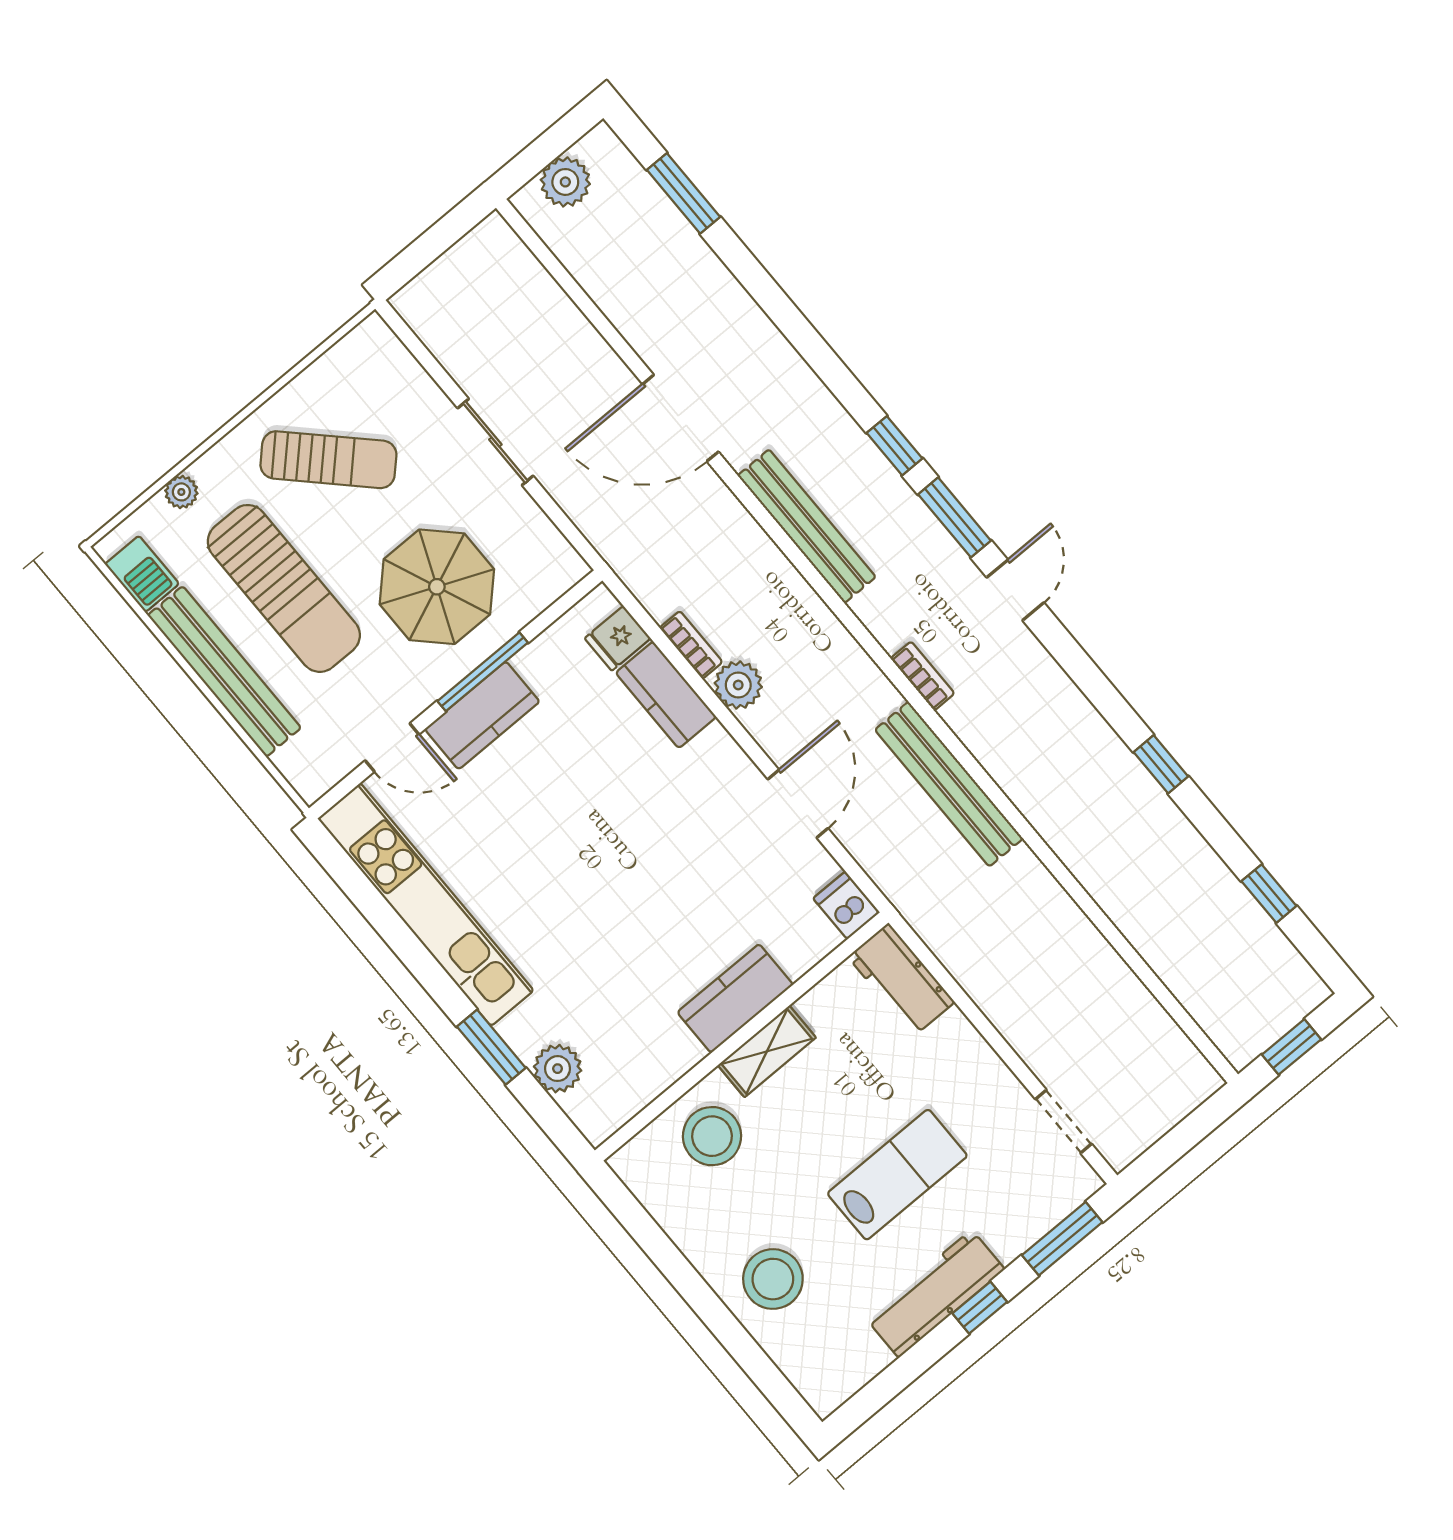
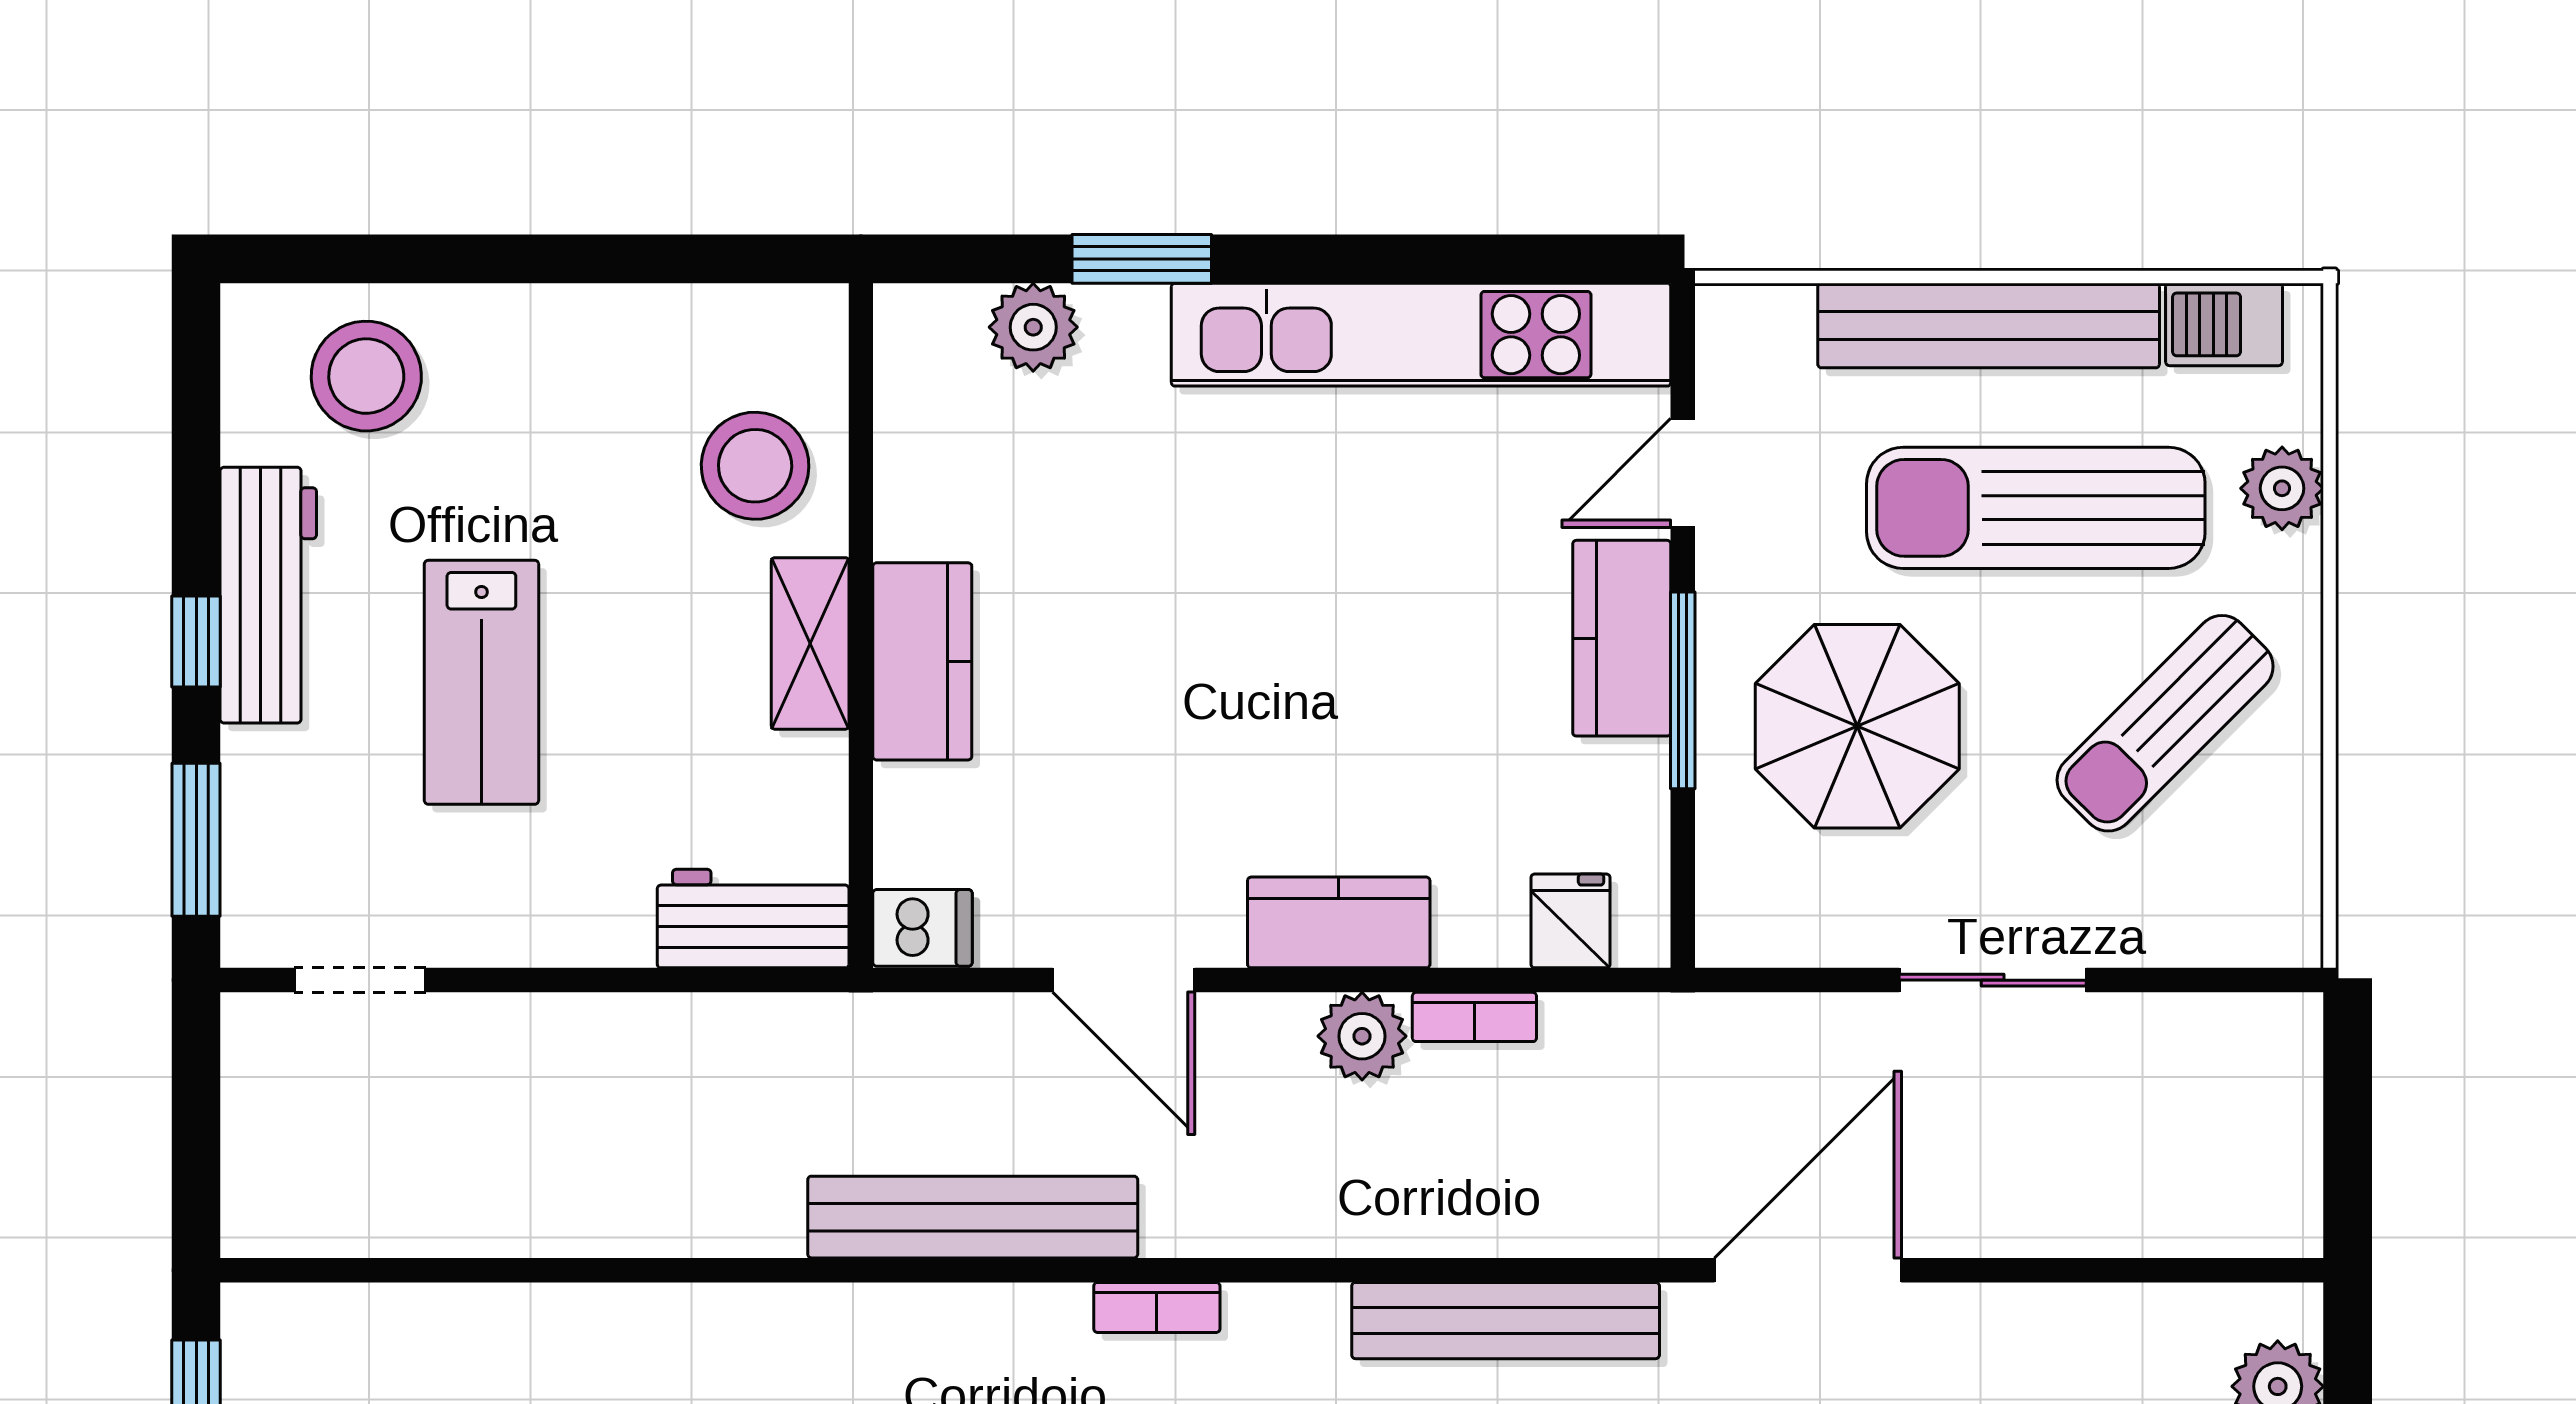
plant: (181, 492) -> (2282, 488), width x1.38, depth x1.38
kitchen counter: (666, 695) -> (1339, 922), moved
stool: (773, 1279) -> (366, 376), moved

